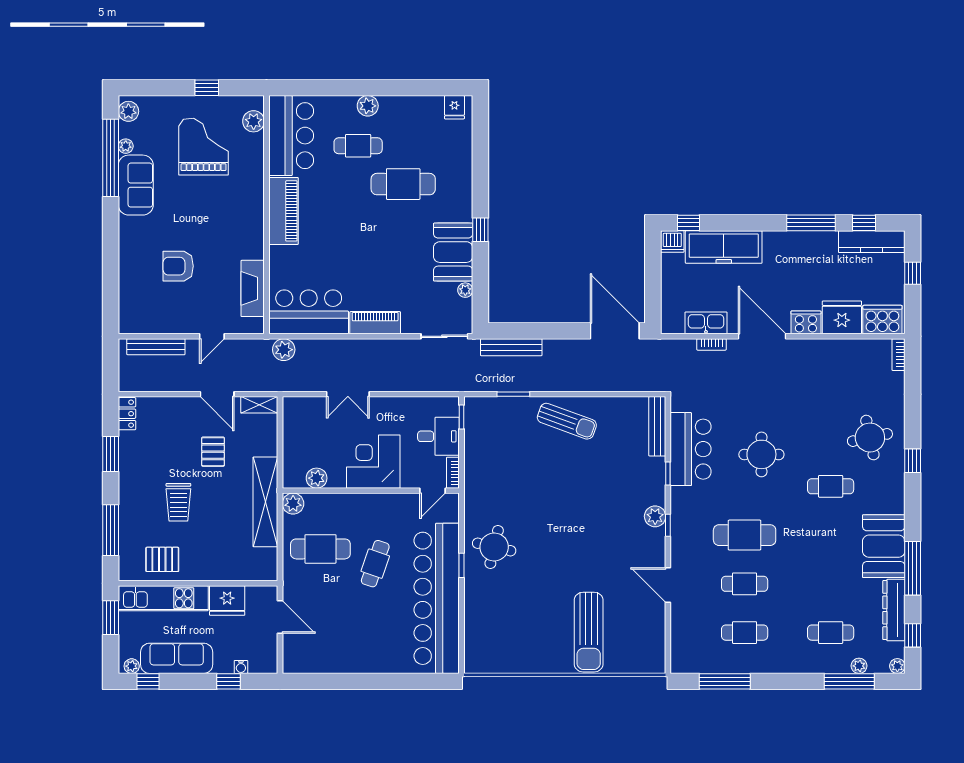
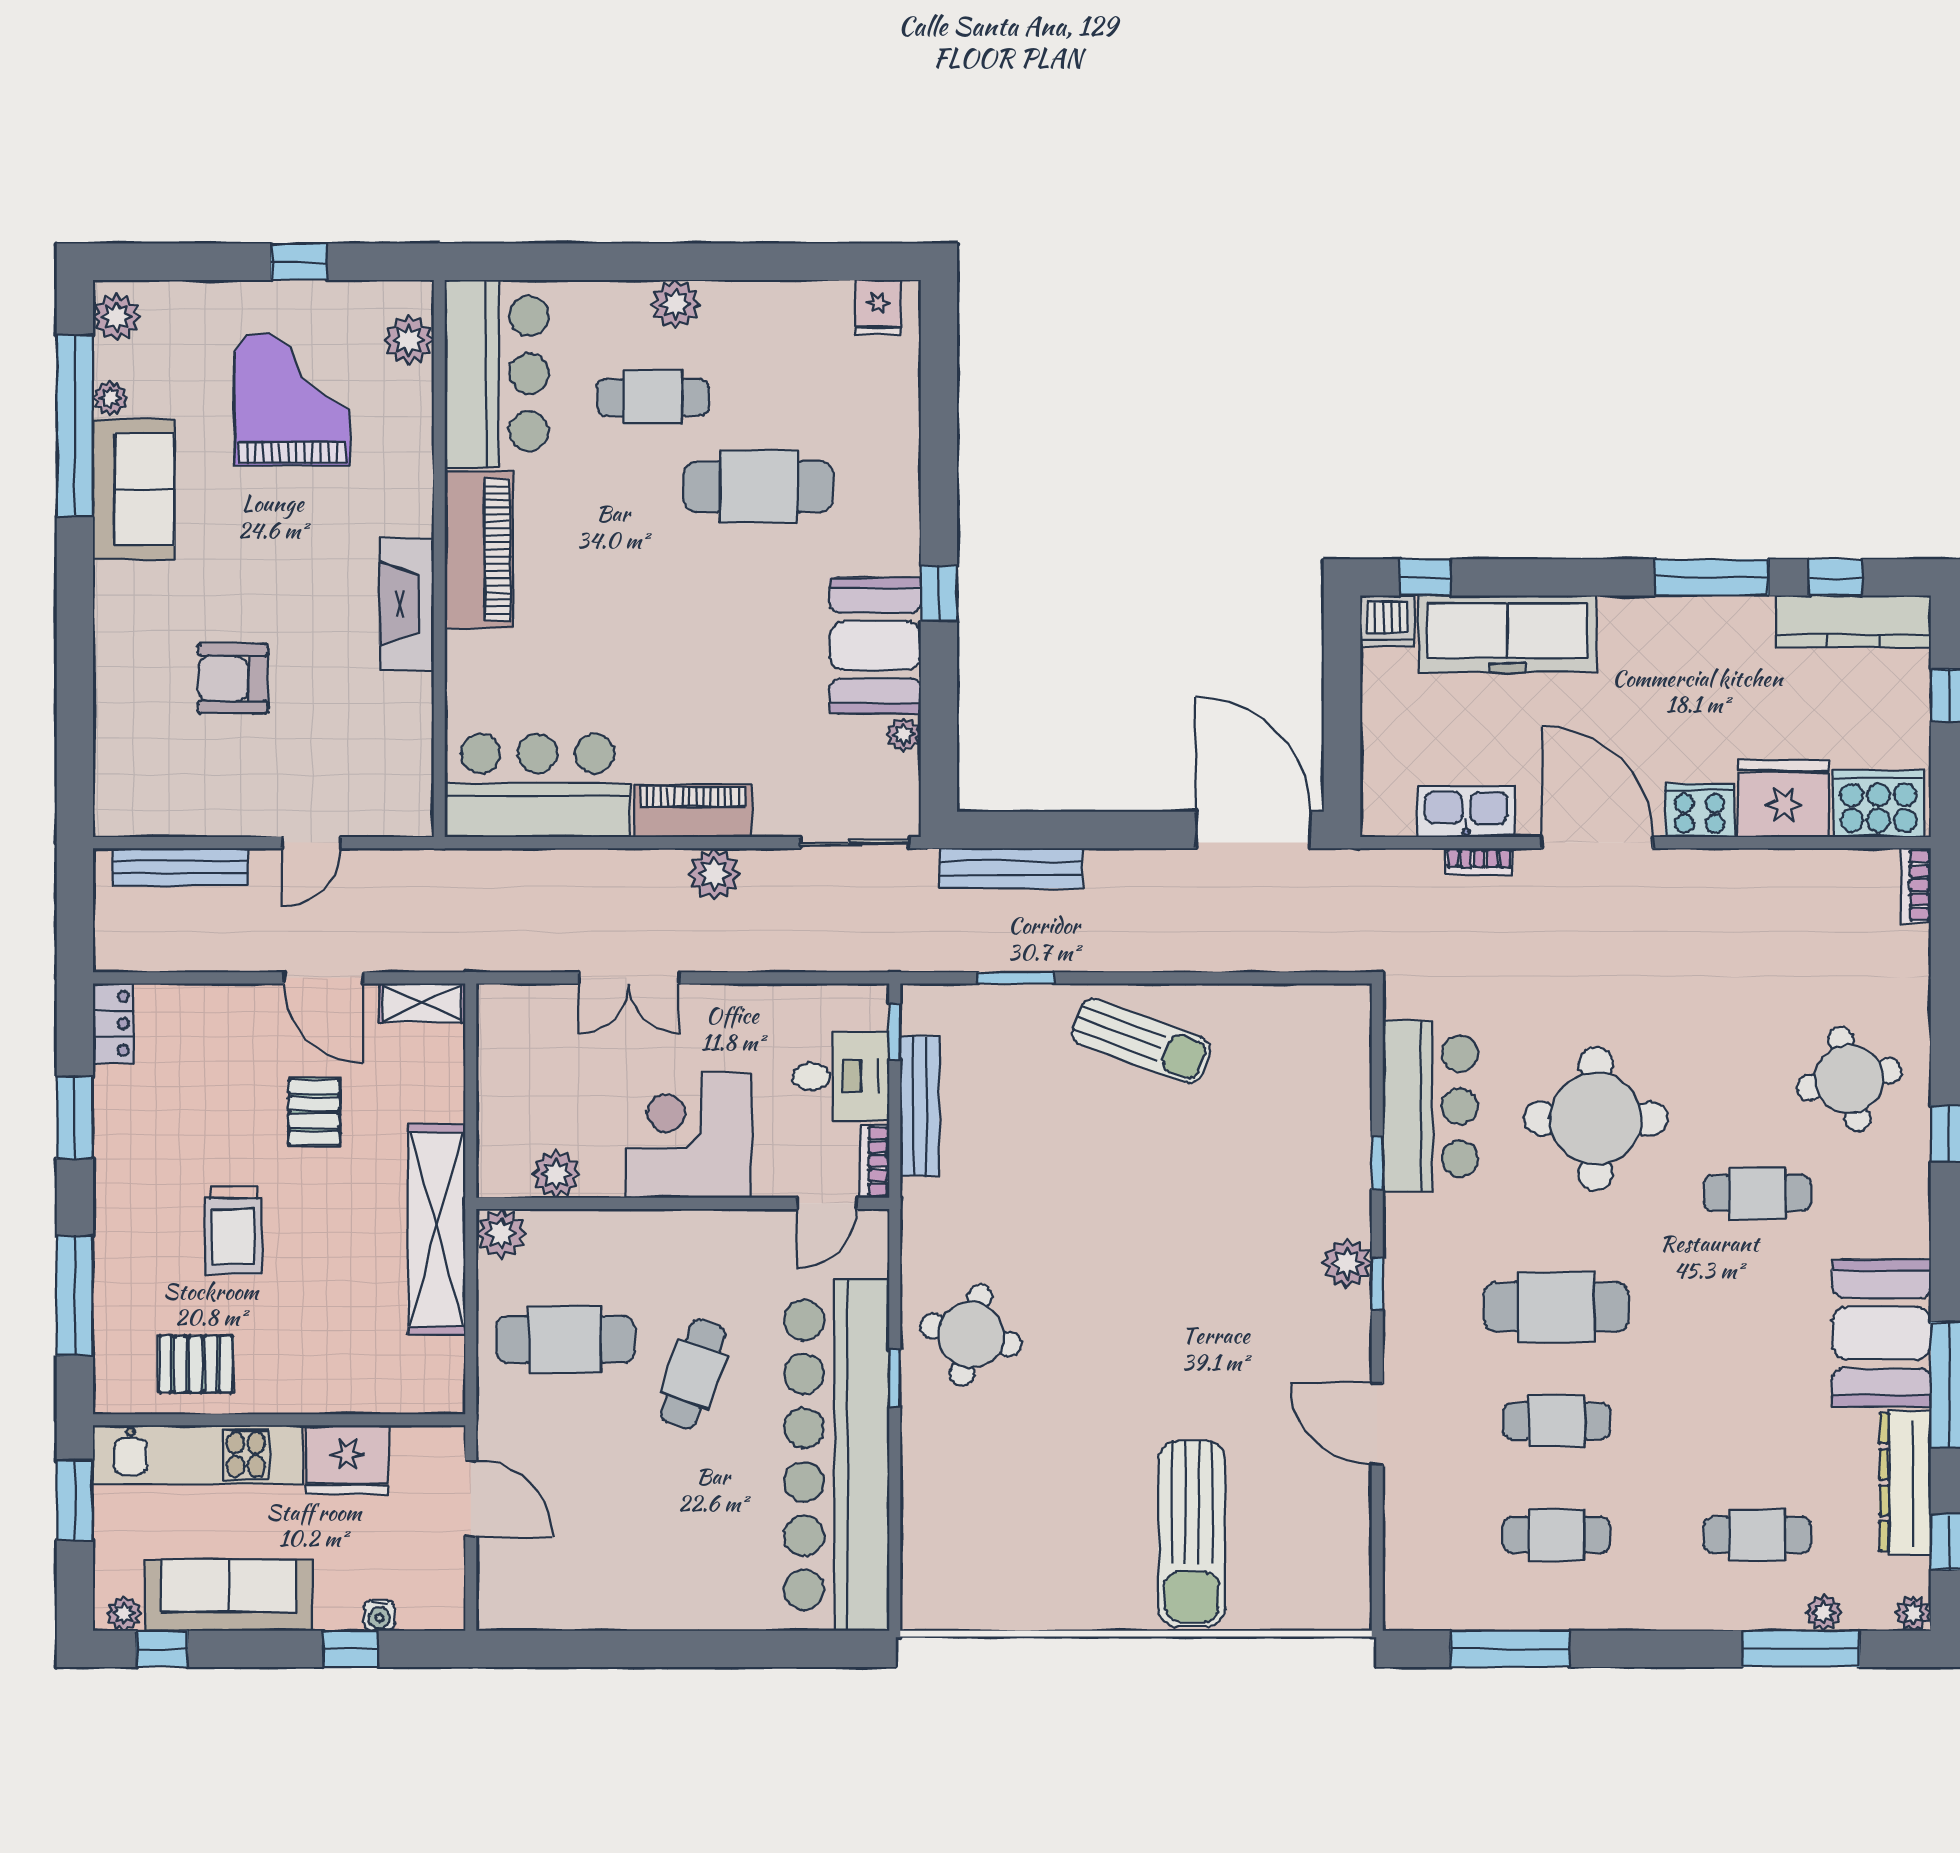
fireplace: (253, 288) -> (407, 604), moved
plant: (284, 350) -> (714, 874), moved
bench: (657, 426) -> (920, 1106), moved
round table: (761, 454) -> (1596, 1119), width x1.36, depth x1.36

